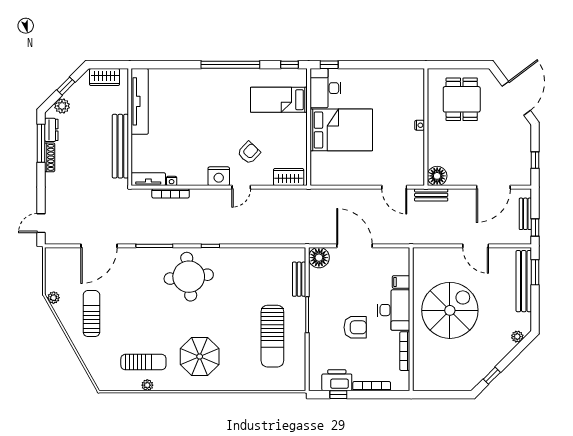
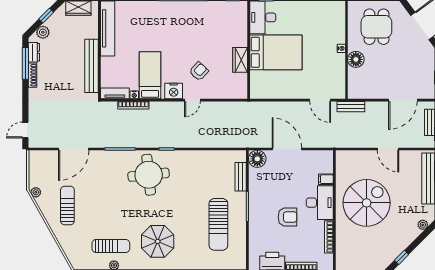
bed: (279, 100) -> (150, 75), moved, turned 90
floor lamp: (437, 176) -> (356, 59), moved
wardrobe: (289, 177) -> (240, 60), moved, turned -90

